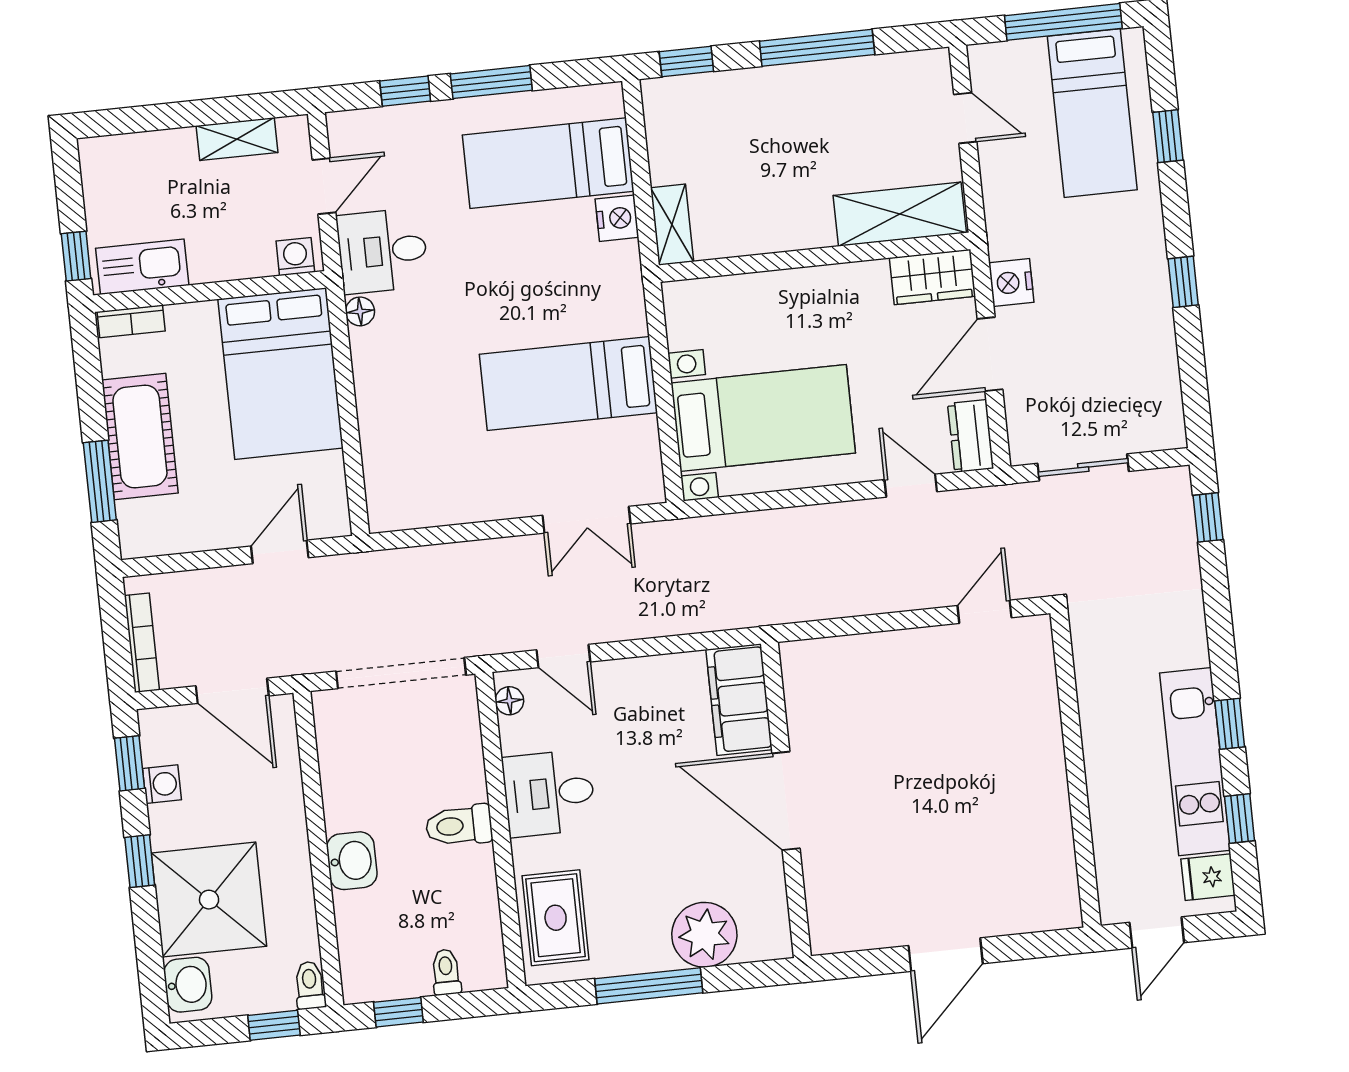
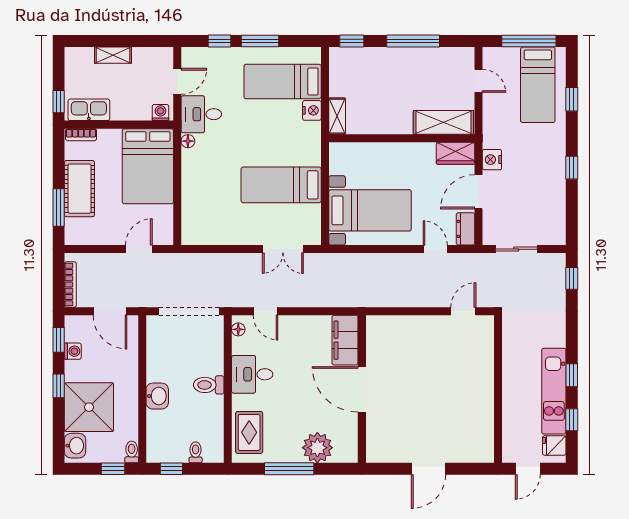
shelving: (237, 139) -> (113, 55), moved

